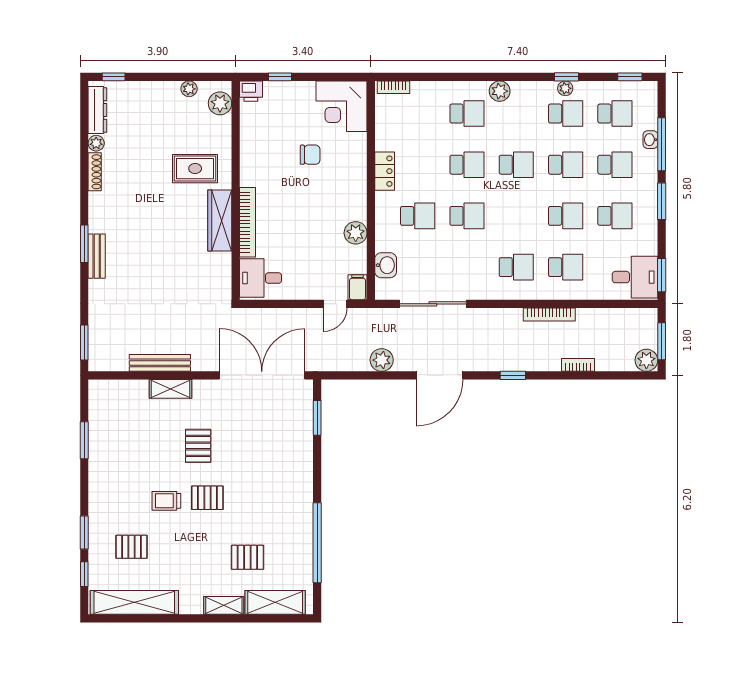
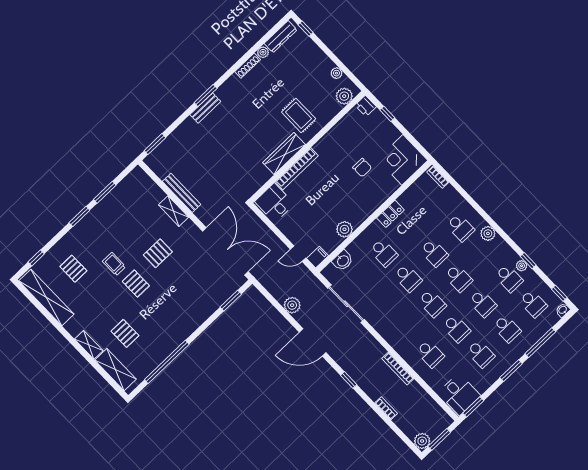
washbasin: (650, 140) -> (563, 310), moved
school desk: (516, 267) -> (432, 303), moved
window: (84, 532) -> (79, 216), moved

